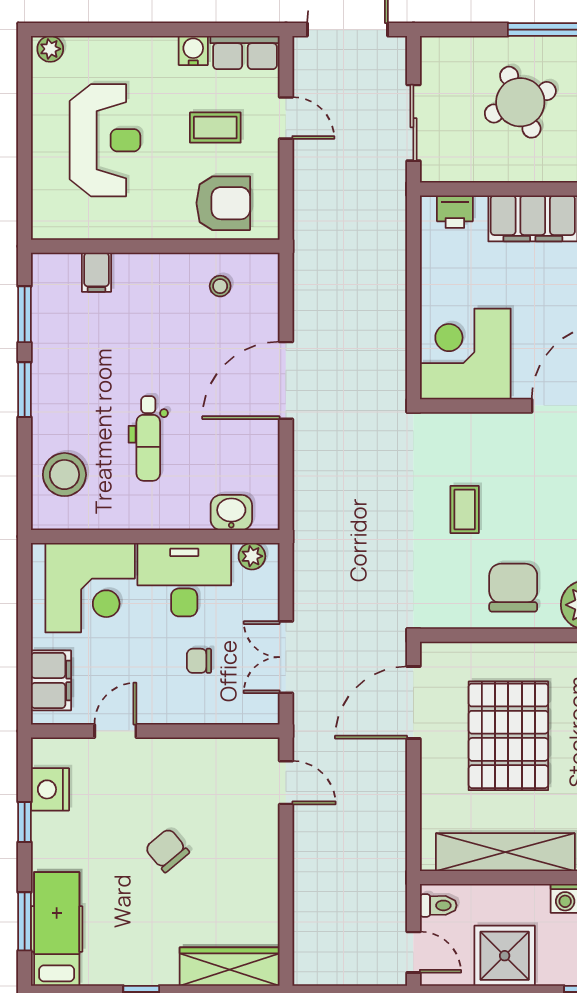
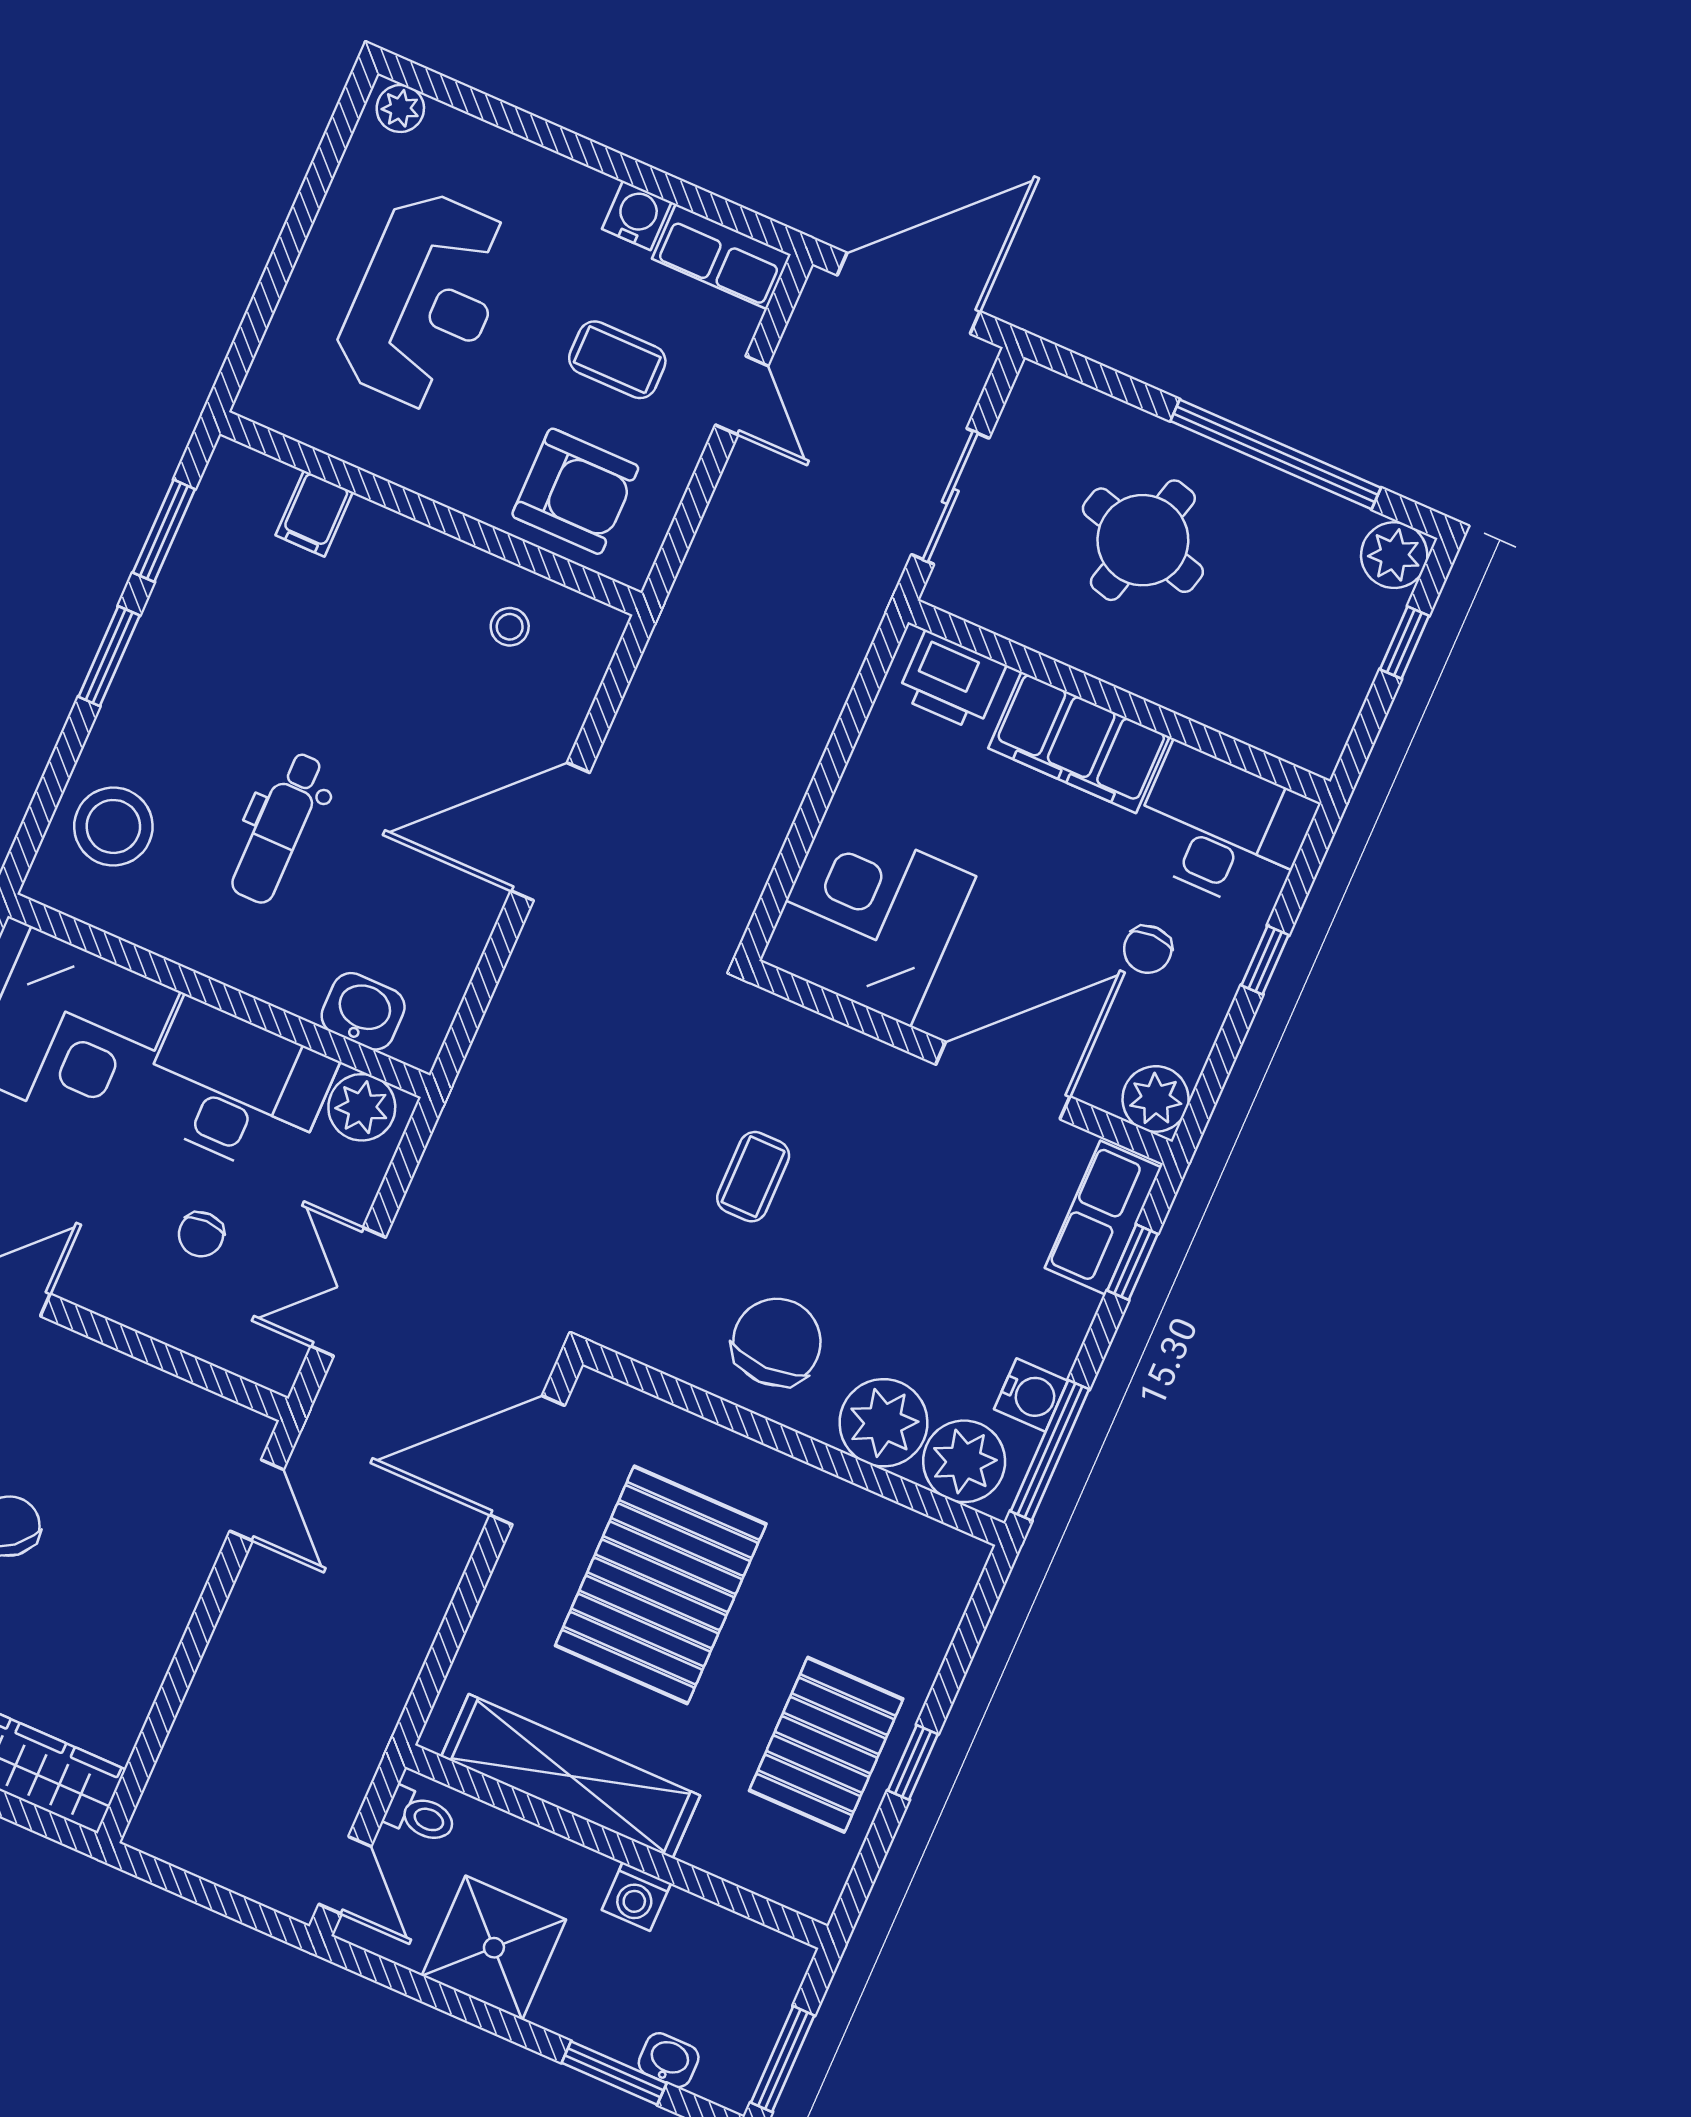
round table: (520, 102) -> (1143, 540), turned 38
printer: (455, 212) -> (951, 681), width x1.36, depth x1.24
plant: (252, 556) -> (362, 1107), width x1.38, depth x1.38
chair: (199, 661) -> (201, 1234), turned -90

